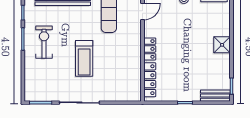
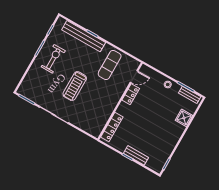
shower: (222, 45) -> (184, 118), moved
locker: (150, 49) -> (131, 94), moved
bench: (215, 96) -> (136, 155), moved

